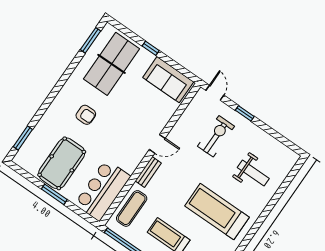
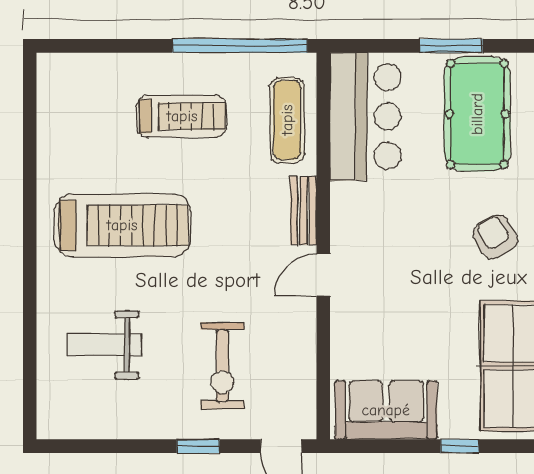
armchair: (86, 115) -> (495, 237), turned 61

